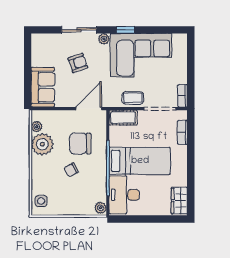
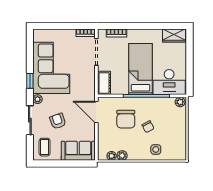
coffee table: (133, 98) -> (45, 147), moved
plant: (42, 144) -> (122, 156), width x0.53, depth x0.53
side table: (41, 201) -> (156, 149), moved

